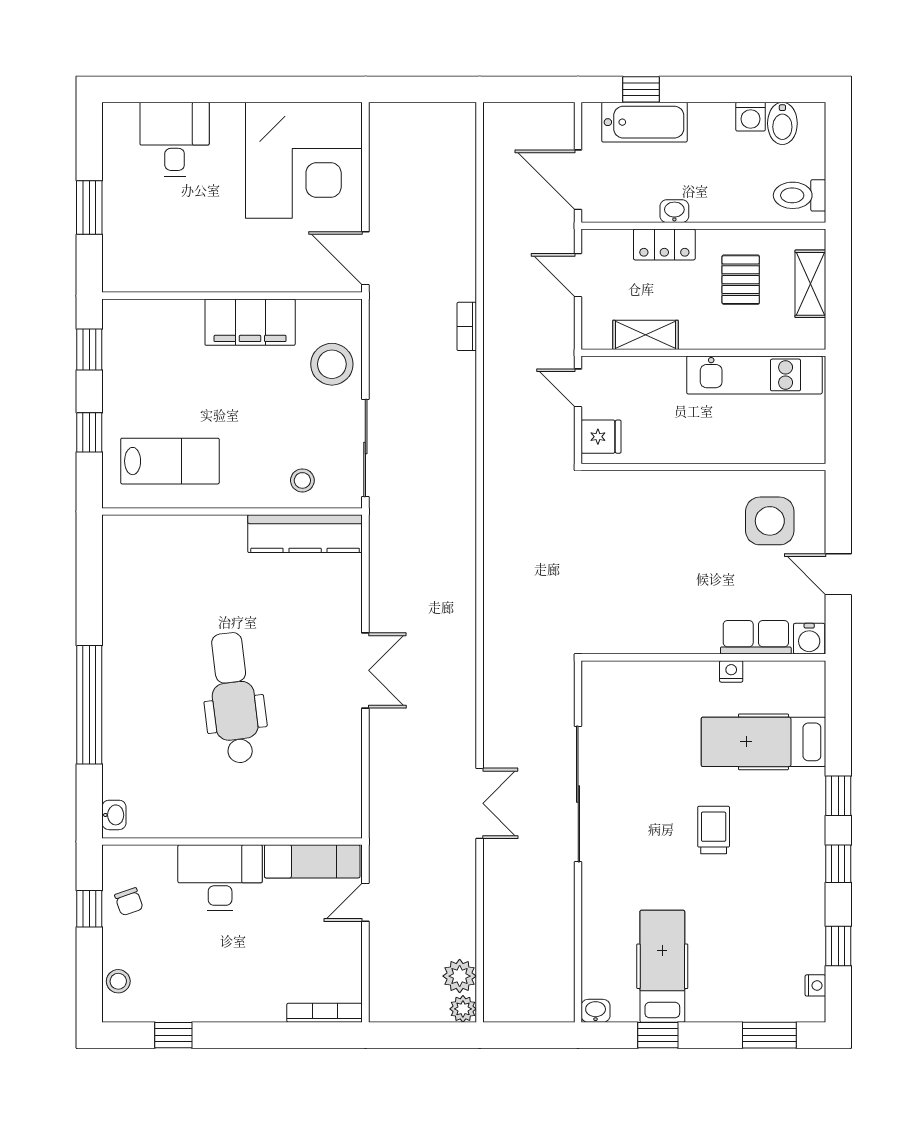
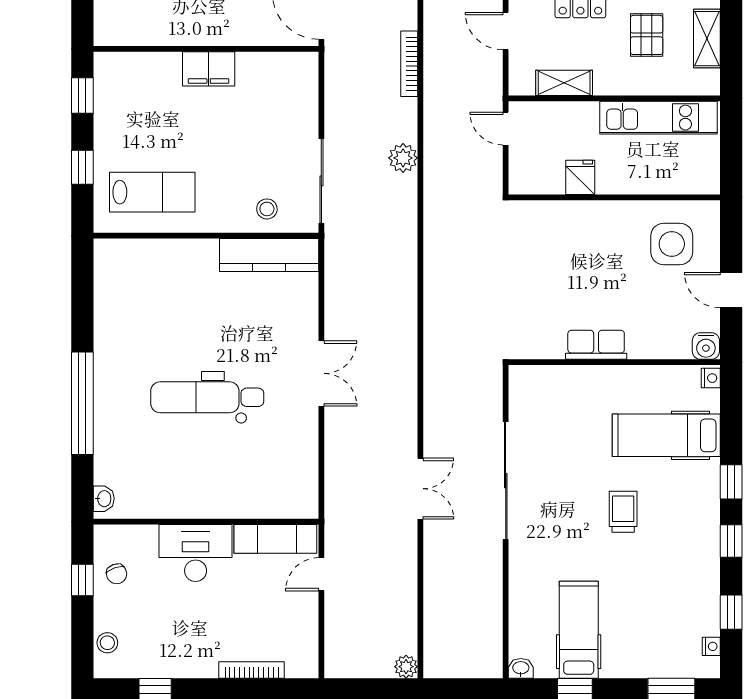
filing cabinet: (250, 322) -> (209, 69), width x0.67, depth x0.86
bookcase: (467, 326) -> (409, 64), width x1.56
stool: (332, 364) -> (292, 108), removed
fridge: (601, 437) -> (580, 177), moved, turned -90
row of seats: (756, 637) -> (596, 345), moved
nightstand: (731, 671) -> (711, 378), moved, turned 90
dental chair: (234, 698) -> (207, 397), turned -83
plant: (460, 976) -> (403, 158), moved
bookcase: (325, 1013) -> (252, 670), moved

